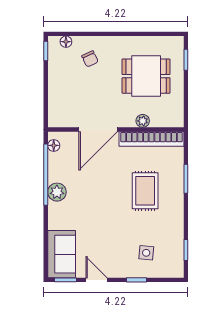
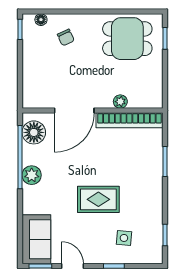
dining table: (146, 76) -> (127, 39), moved
floor lamp: (54, 145) -> (34, 132), width x1.89, depth x1.89
rug: (145, 191) -> (98, 199), moved, turned 90

